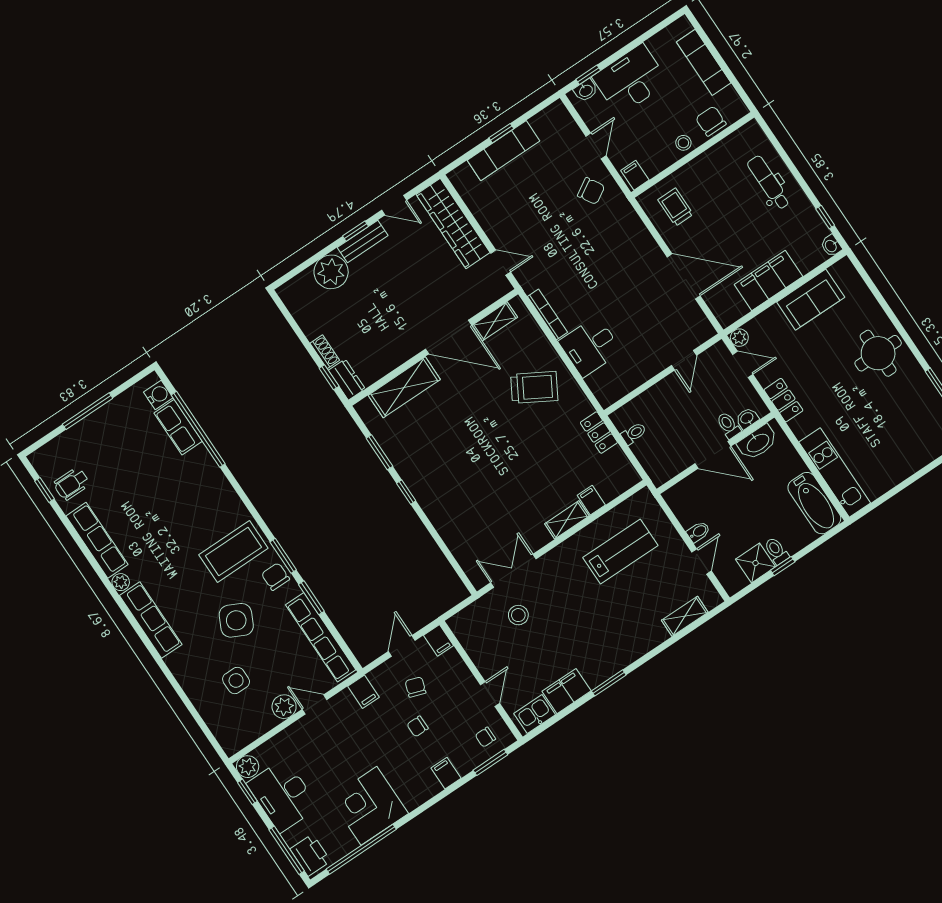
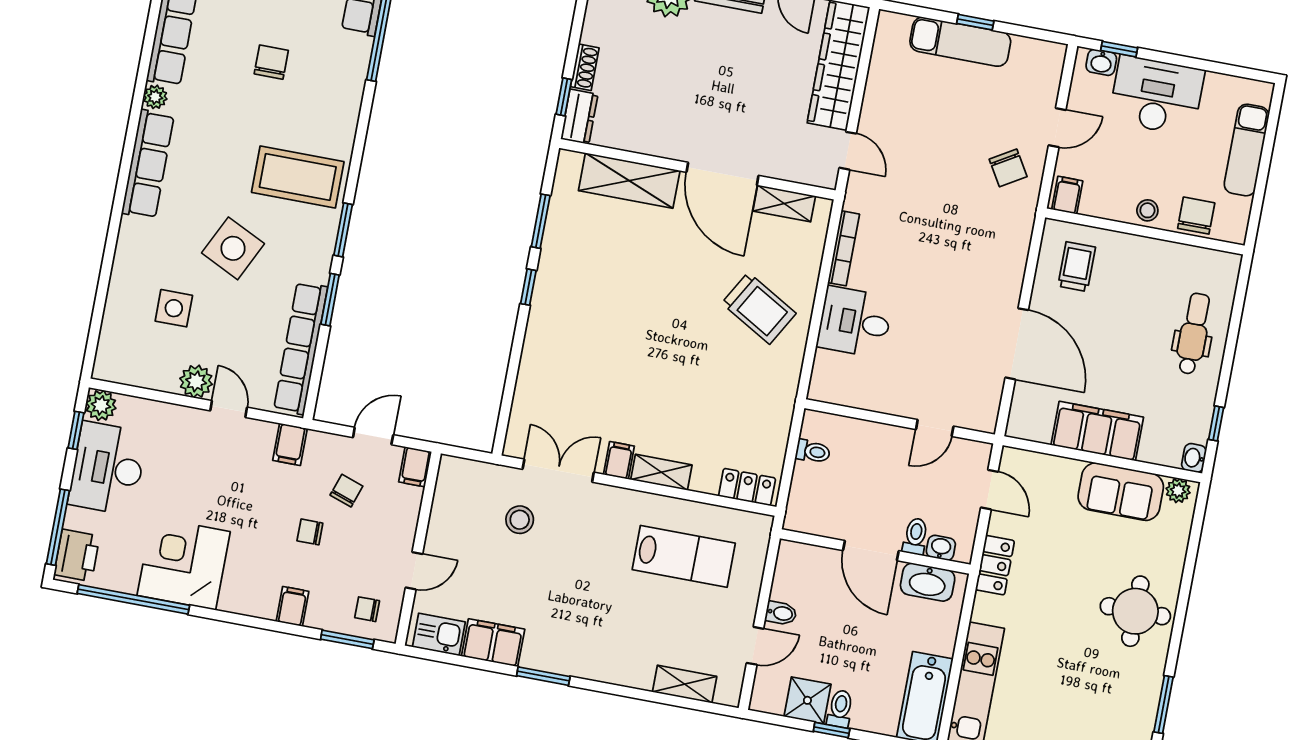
plant: (739, 338) -> (1178, 491), moved
locker: (599, 433) -> (747, 487), moved, turned 90
filing cabinet: (591, 500) -> (619, 460), moved
chair: (275, 577) -> (271, 62), moved

